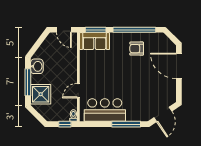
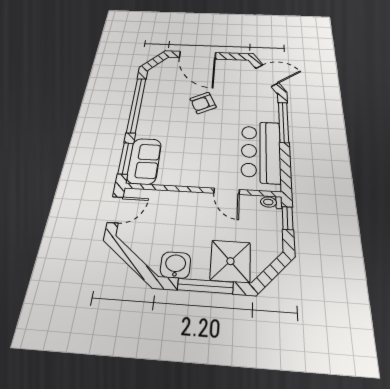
armchair: (137, 49) -> (203, 103), moved, turned 64
door: (179, 66) -> (198, 55), hinge flipped

